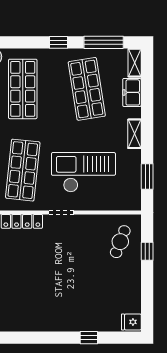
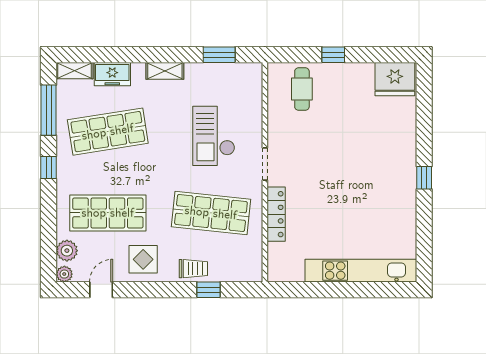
checkout: (83, 172) -> (214, 136), width x0.73, depth x0.83
cafe table: (120, 242) -> (302, 89), turned 69
window: (147, 251) -> (333, 55), moved
fridge: (131, 322) -> (395, 79), width x1.88, depth x1.34
window: (89, 338) -> (424, 178), moved

